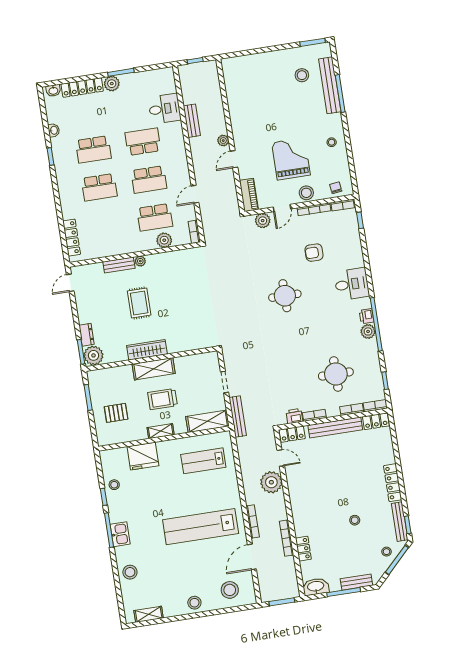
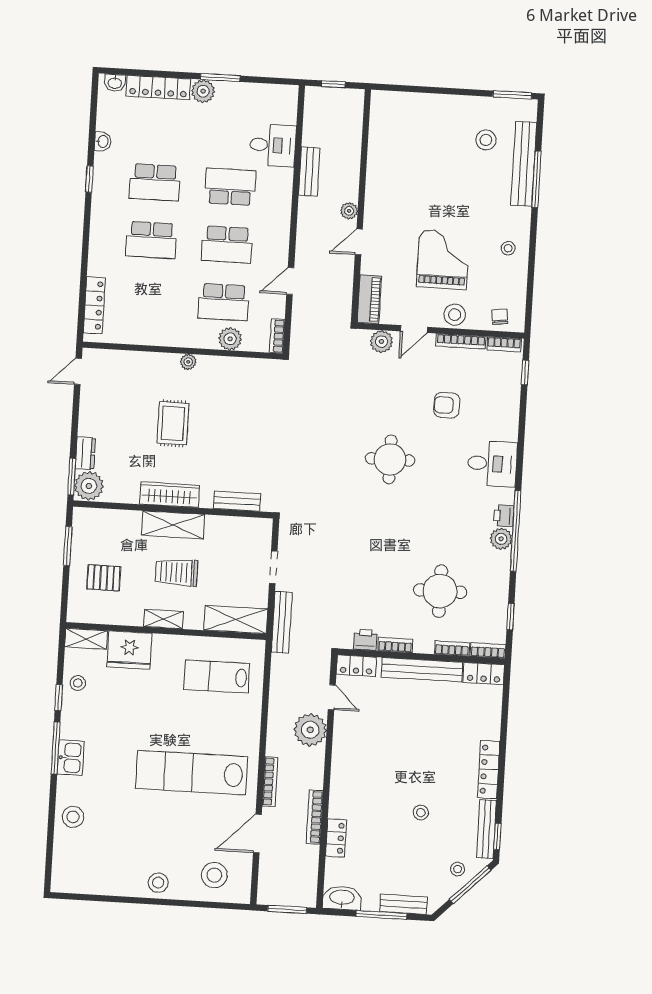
bench: (119, 265) -> (237, 501), moved
shelving: (149, 614) -> (86, 639), moved

